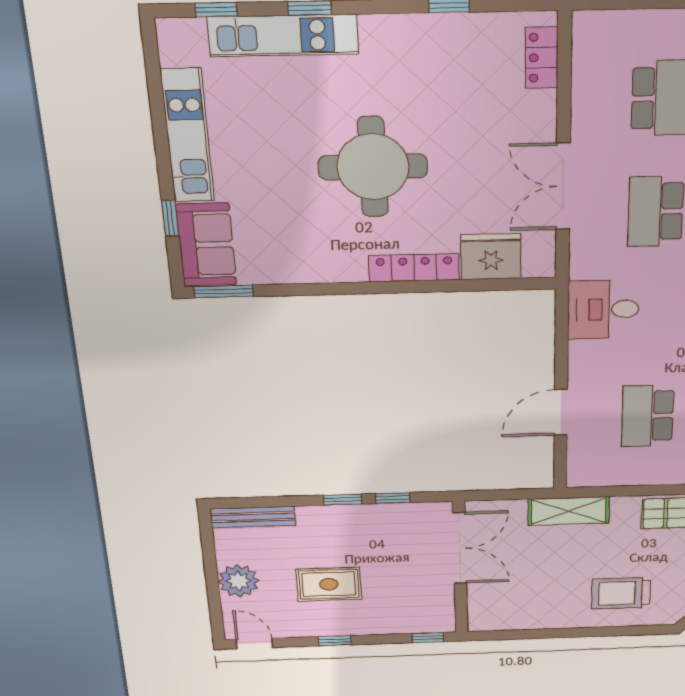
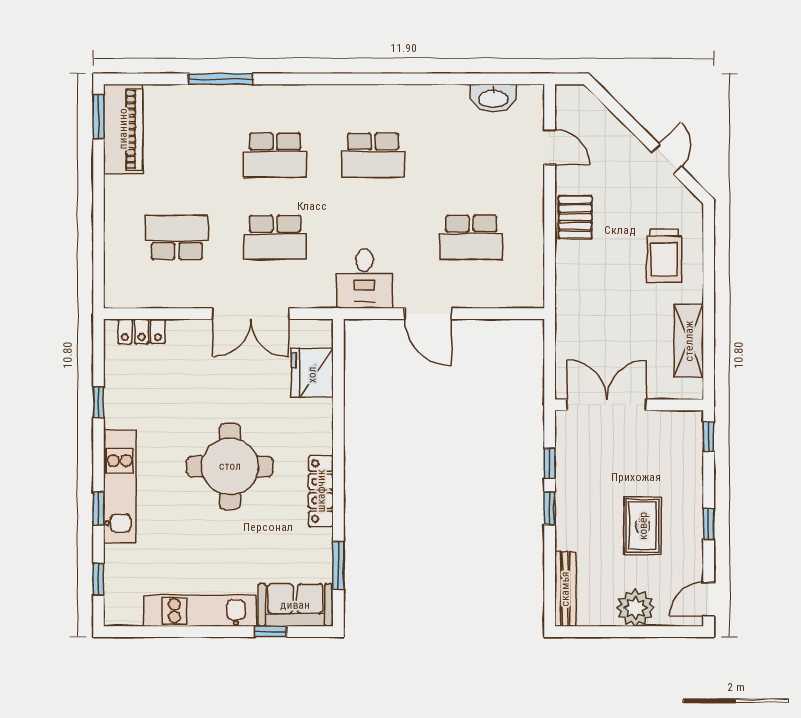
kitchen unit: (283, 35) -> (120, 487), moved
locker: (414, 268) -> (321, 491), moved
window: (224, 291) -> (338, 565), moved
door: (561, 412) -> (428, 314), moved
shelving: (569, 511) -> (689, 341), moved

